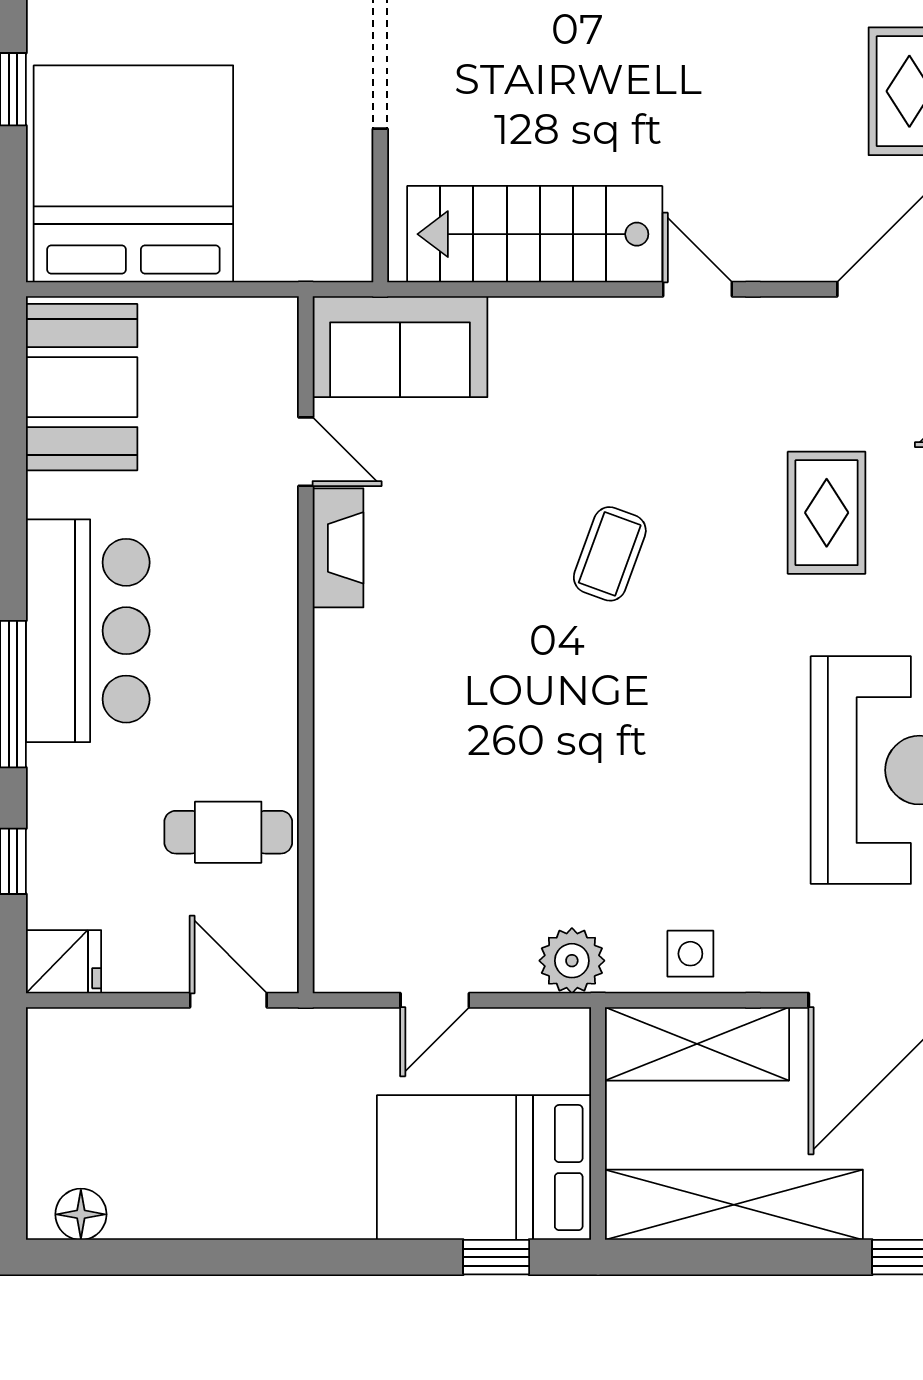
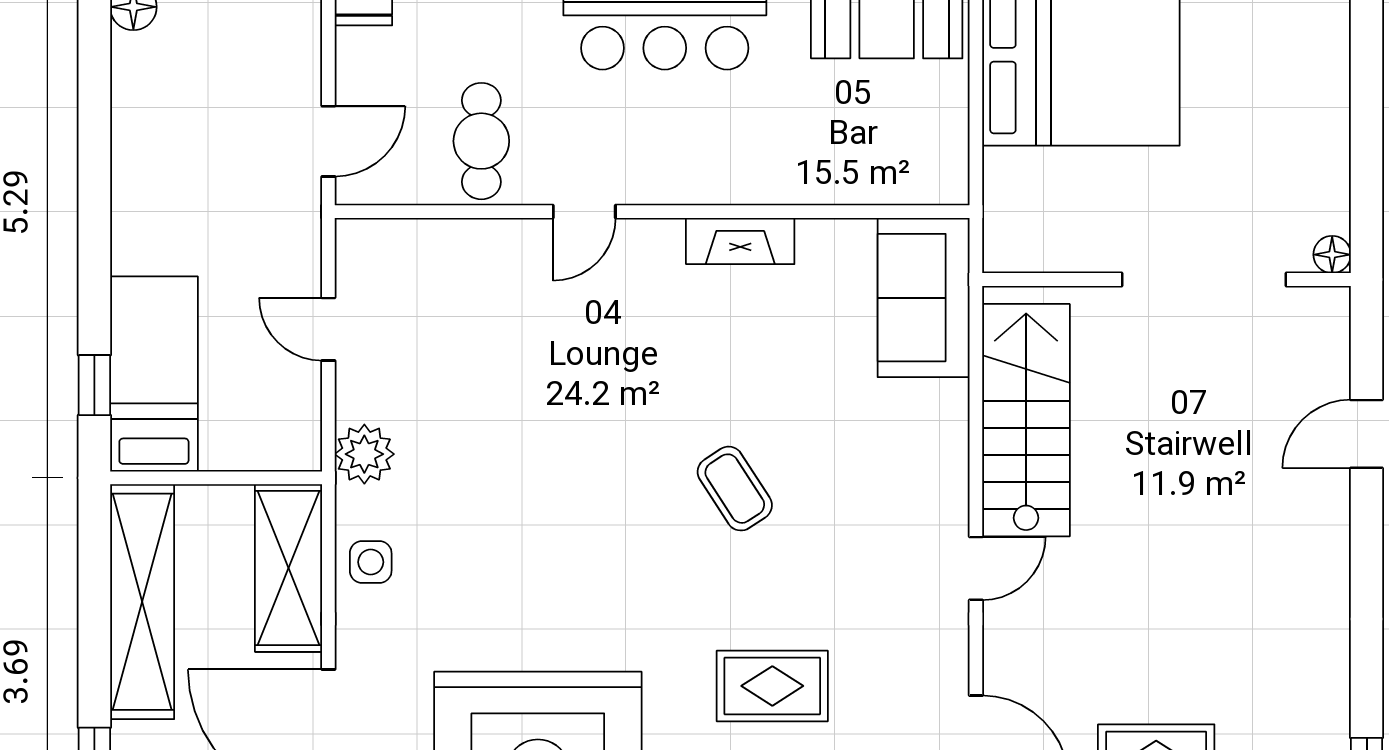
door: (306, 452) -> (584, 212), moved
coffee table: (610, 554) -> (735, 489), turned 37
bed: (484, 1168) -> (154, 374), width x0.67

